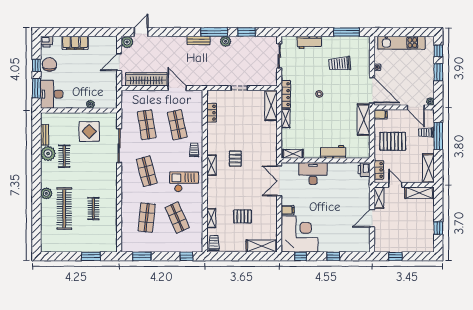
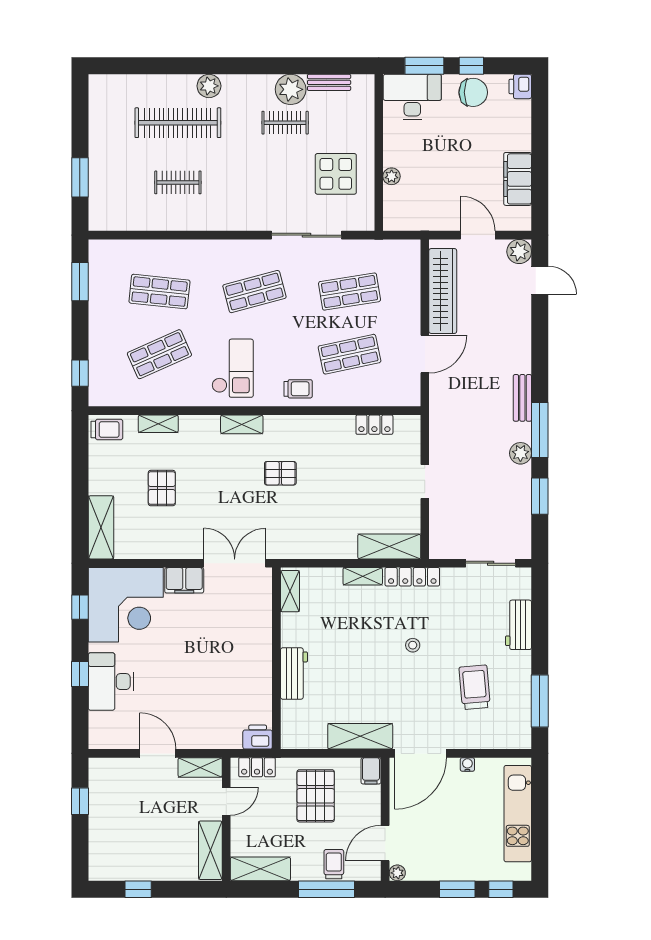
filing cabinet: (75, 43) -> (518, 179), moved
shelving: (211, 165) -> (242, 424), moved
desk: (313, 174) -> (111, 682), moved, turned 180
filing cabinet: (288, 210) -> (184, 580), width x2.00

